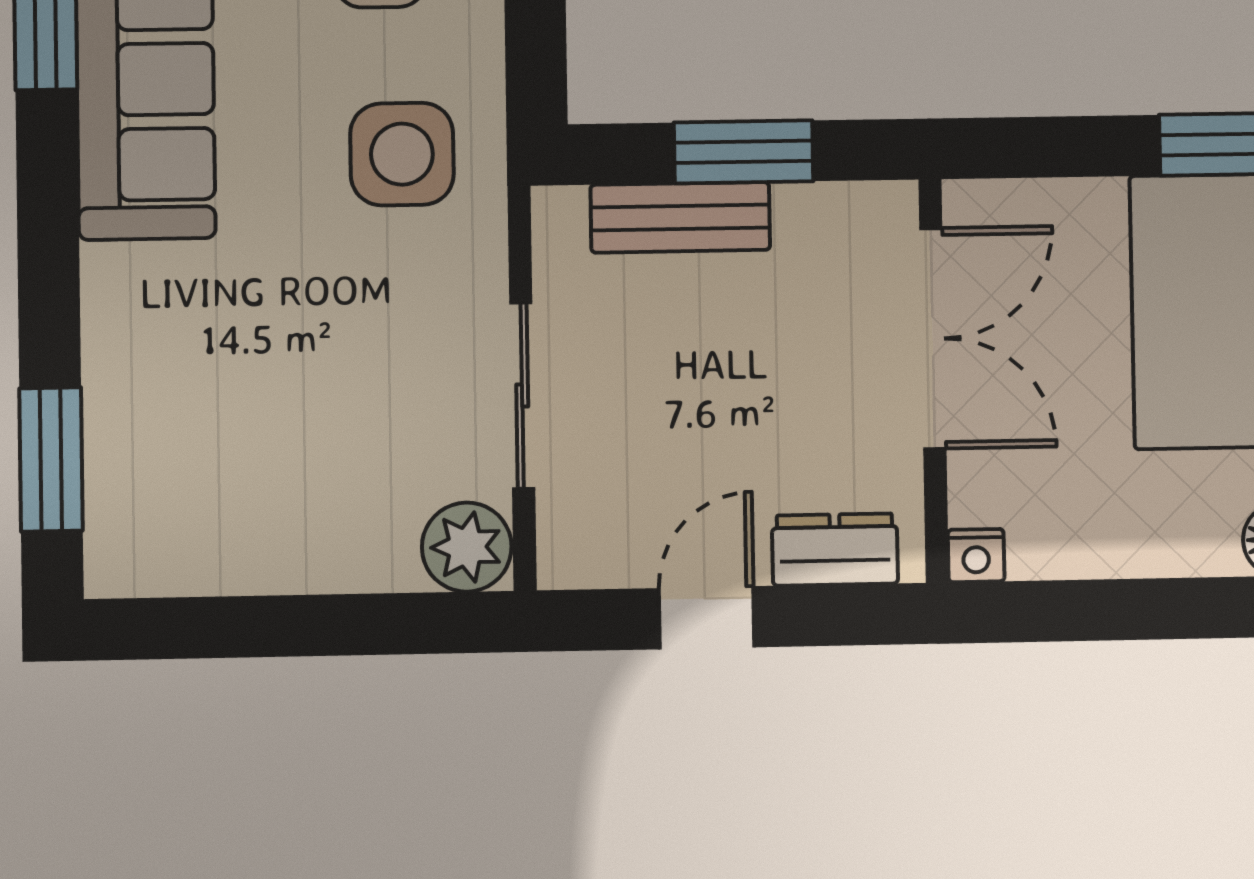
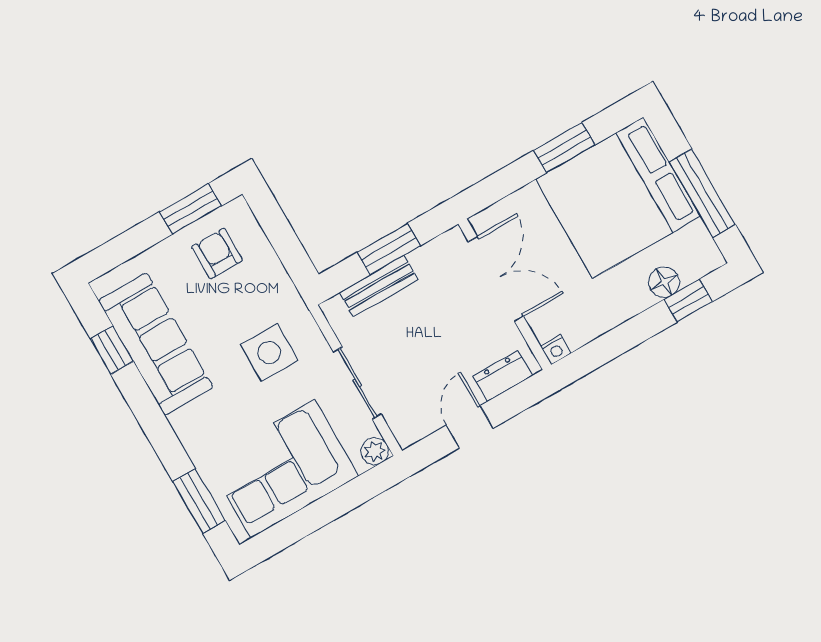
side table: (402, 154) -> (269, 352), moved
corner sofa: (265, 489) -> (283, 469), added
plant: (467, 547) -> (375, 451), width x0.73, depth x0.73

